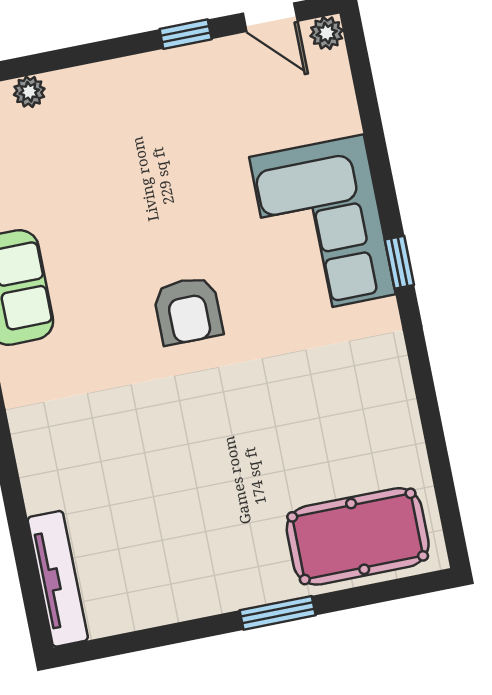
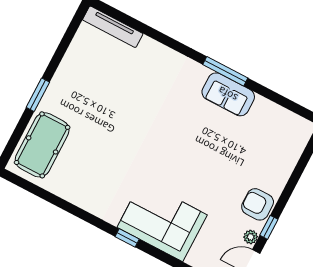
plant: (29, 92) -> (251, 237), moved
armchair: (188, 311) -> (258, 204), moved

